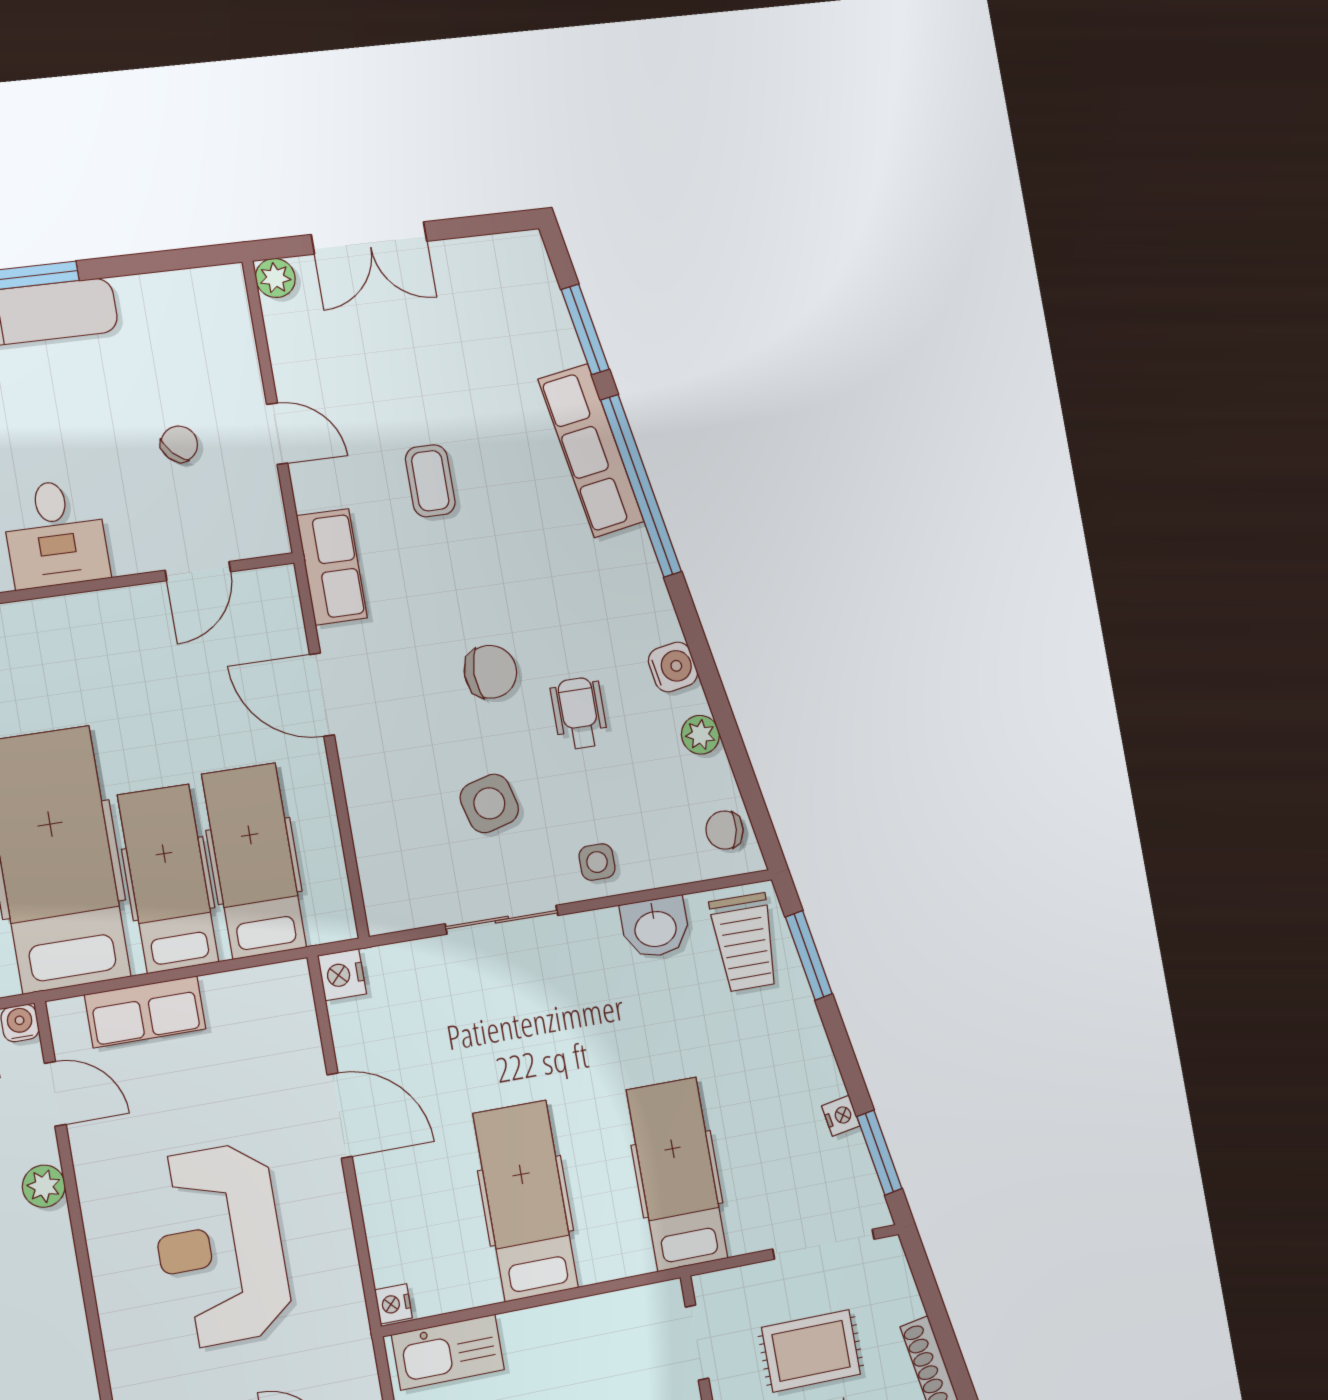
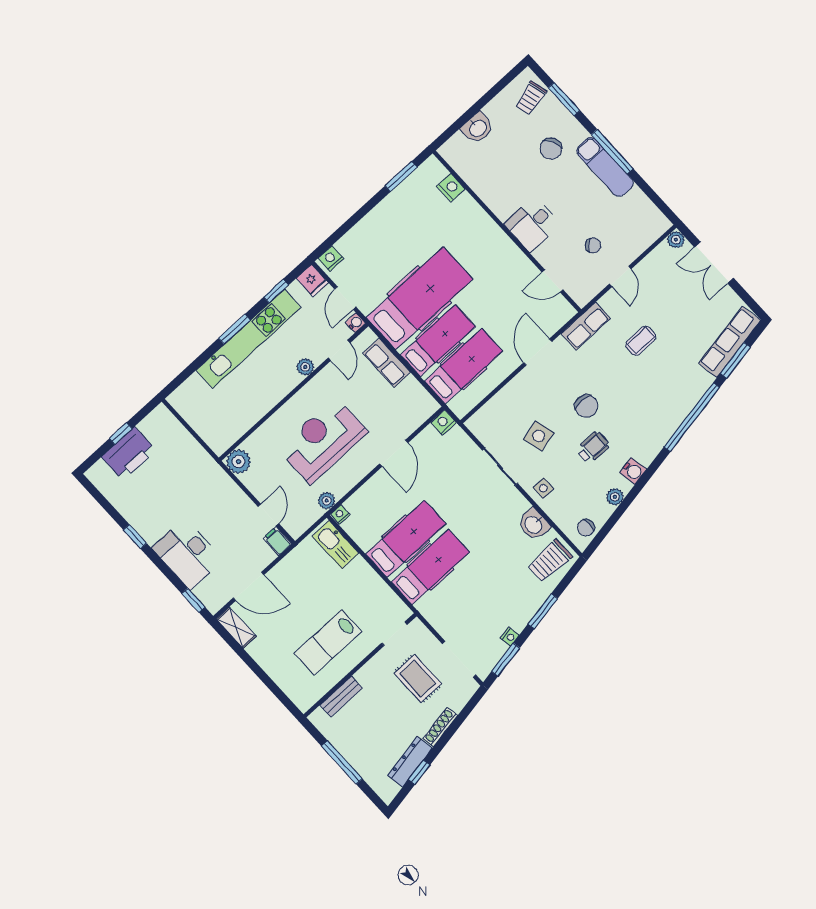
row of seats: (591, 450) -> (730, 342), moved
chair: (725, 830) -> (586, 528), turned -98
window: (809, 955) -> (543, 611), moved
hospital bed: (677, 1174) -> (430, 567), moved
plant: (348, 1315) -> (327, 501), added

